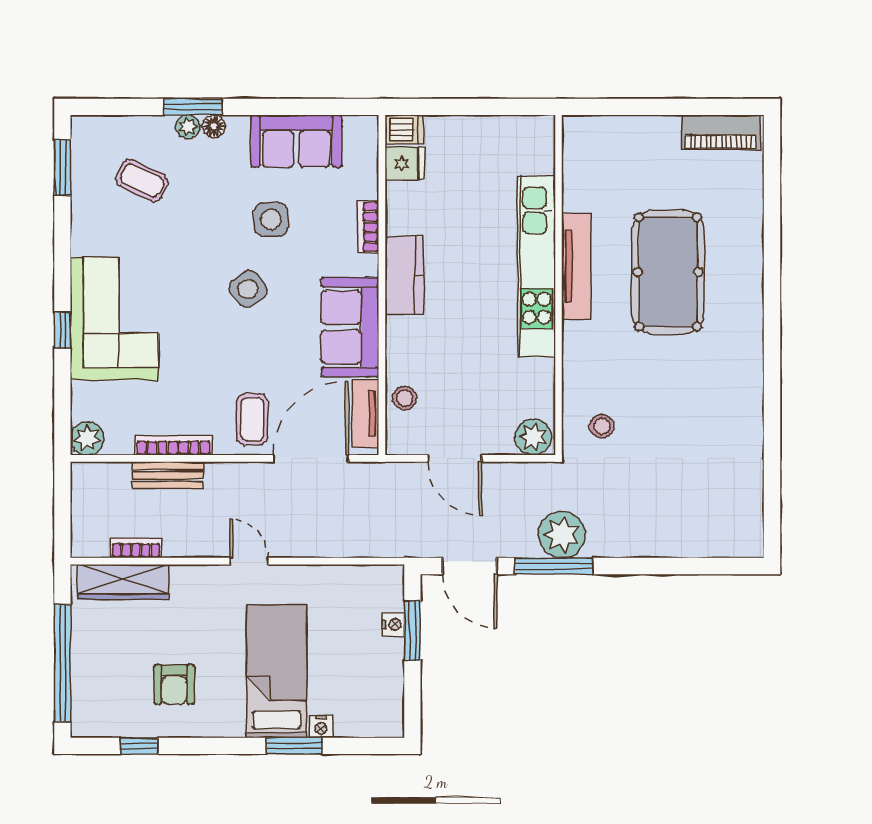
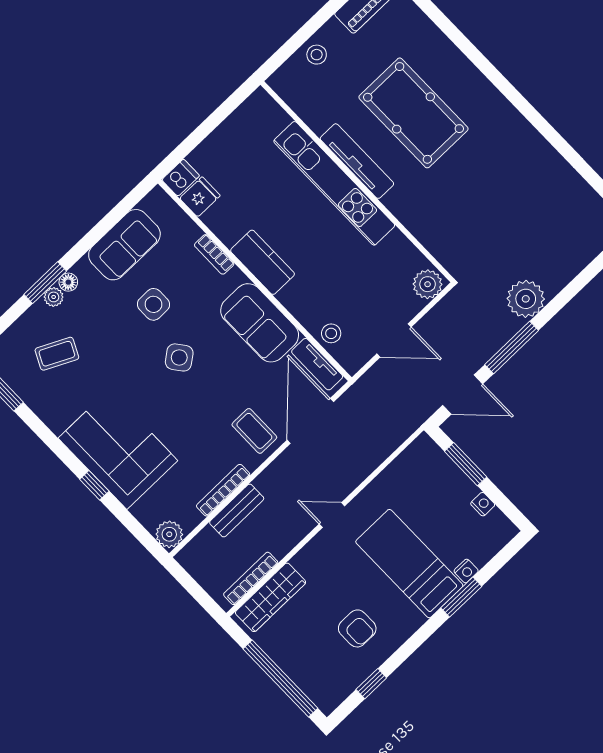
stool: (602, 426) -> (317, 55), moved
plant: (562, 535) -> (526, 299), moved
bookcase: (136, 548) -> (251, 578), width x1.56
nightstand: (393, 624) -> (483, 504), moved

